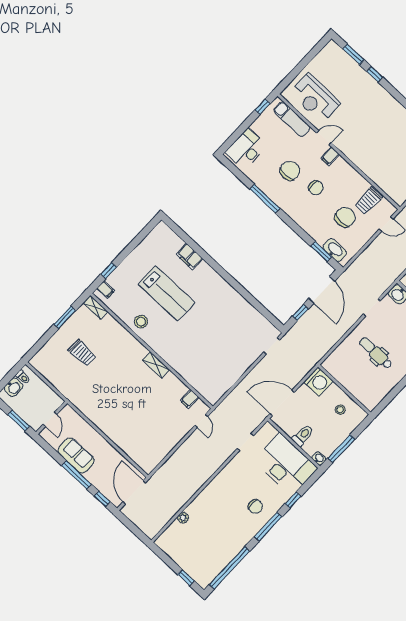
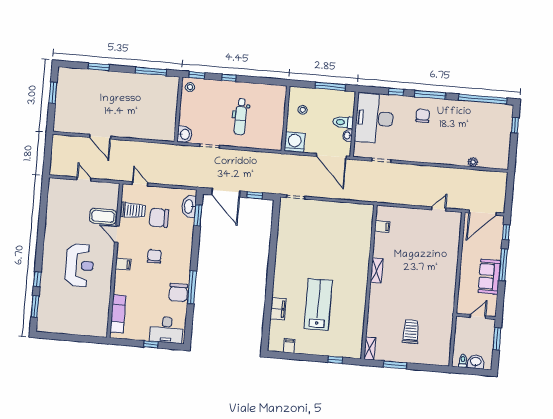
reception desk: (315, 98) -> (80, 265), moved
window: (263, 107) -> (151, 344), moved
door: (324, 138) -> (117, 234), moved
chair: (290, 171) -> (178, 293), moved, turned -90
coffee table: (384, 171) -> (103, 216), added
filing cabinet: (106, 290) -> (289, 346), moved
door: (322, 290) -> (226, 193), swing flipped
stool: (141, 322) -> (354, 307), removed
door: (201, 421) -> (439, 209), moved
washbasin: (319, 458) -> (347, 135), moved

